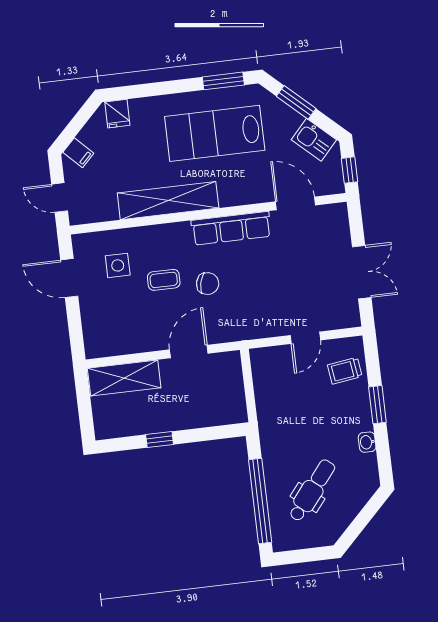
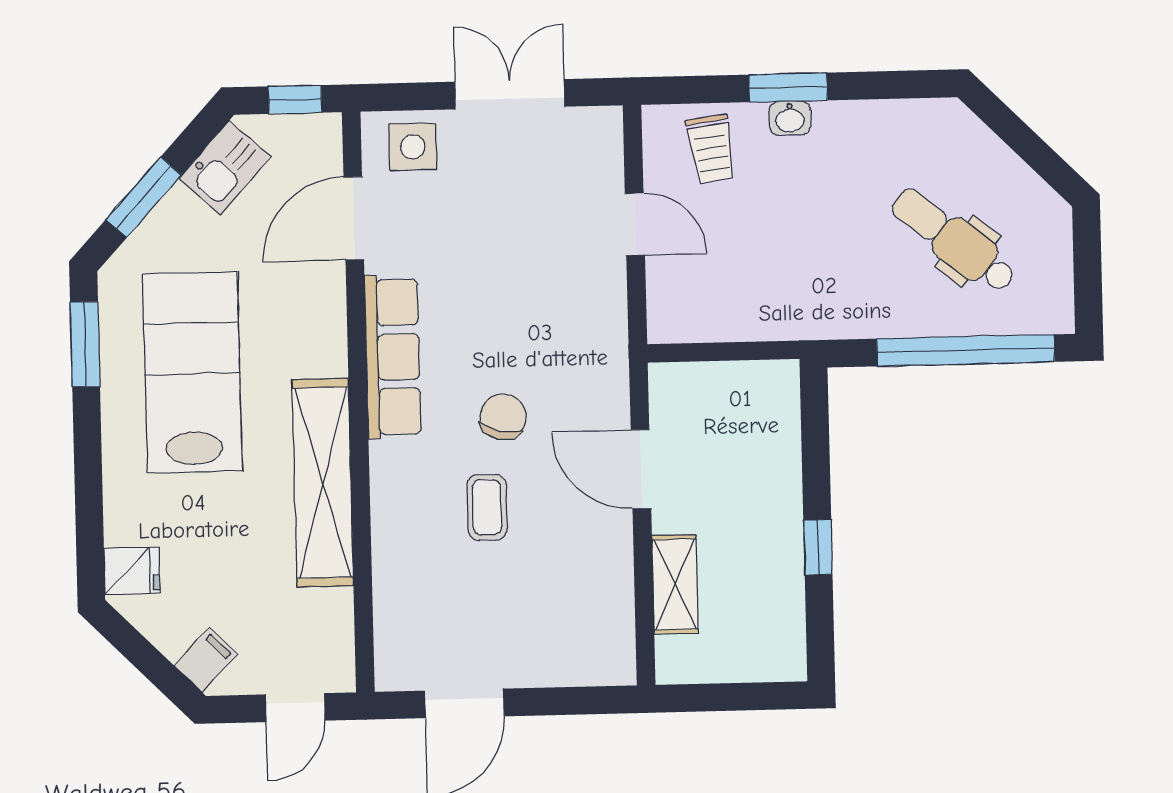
lab bench: (215, 133) -> (192, 372), turned 180
side table: (118, 265) -> (413, 147), moved
shelving: (124, 378) -> (675, 584), width x0.67, depth x0.75
washbasin: (367, 442) -> (790, 118), moved

